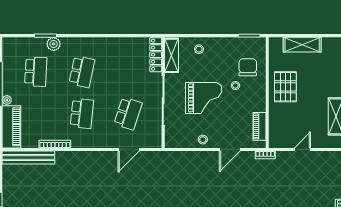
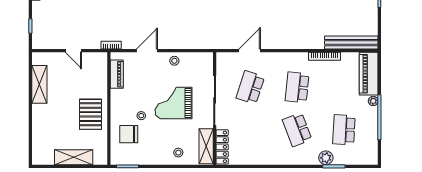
chair: (248, 67) -> (129, 134), turned 90
school desk: (82, 72) -> (297, 130), turned -33
door: (302, 149) -> (73, 51), hinge flipped

